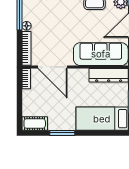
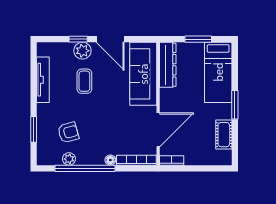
cot: (35, 124) -> (224, 135), moved
window: (62, 133) -> (235, 105), moved

